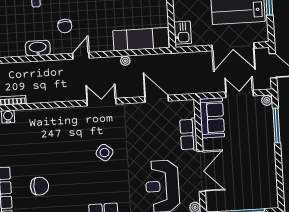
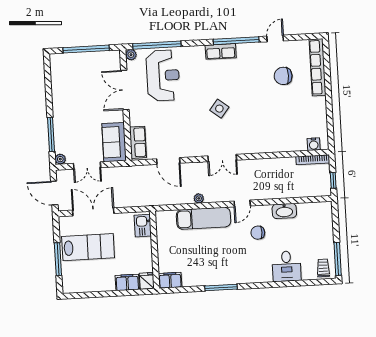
chair: (65, 26) -> (258, 233), turned -89
exam couch: (141, 39) -> (204, 218), moved
row of seats: (189, 134) -> (138, 142), moved

